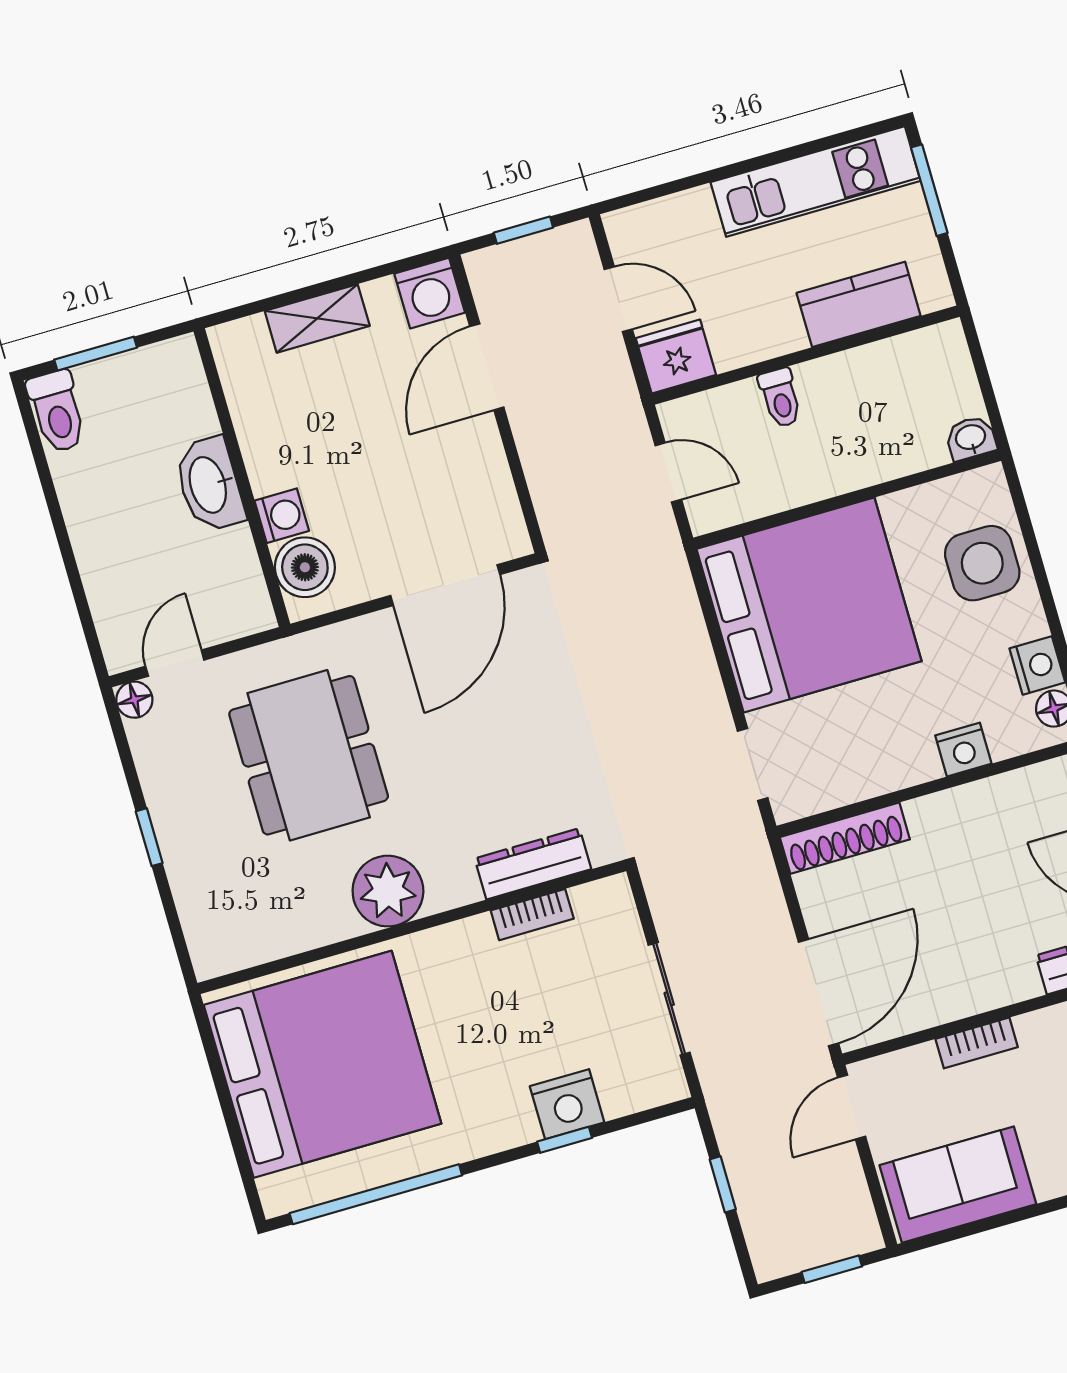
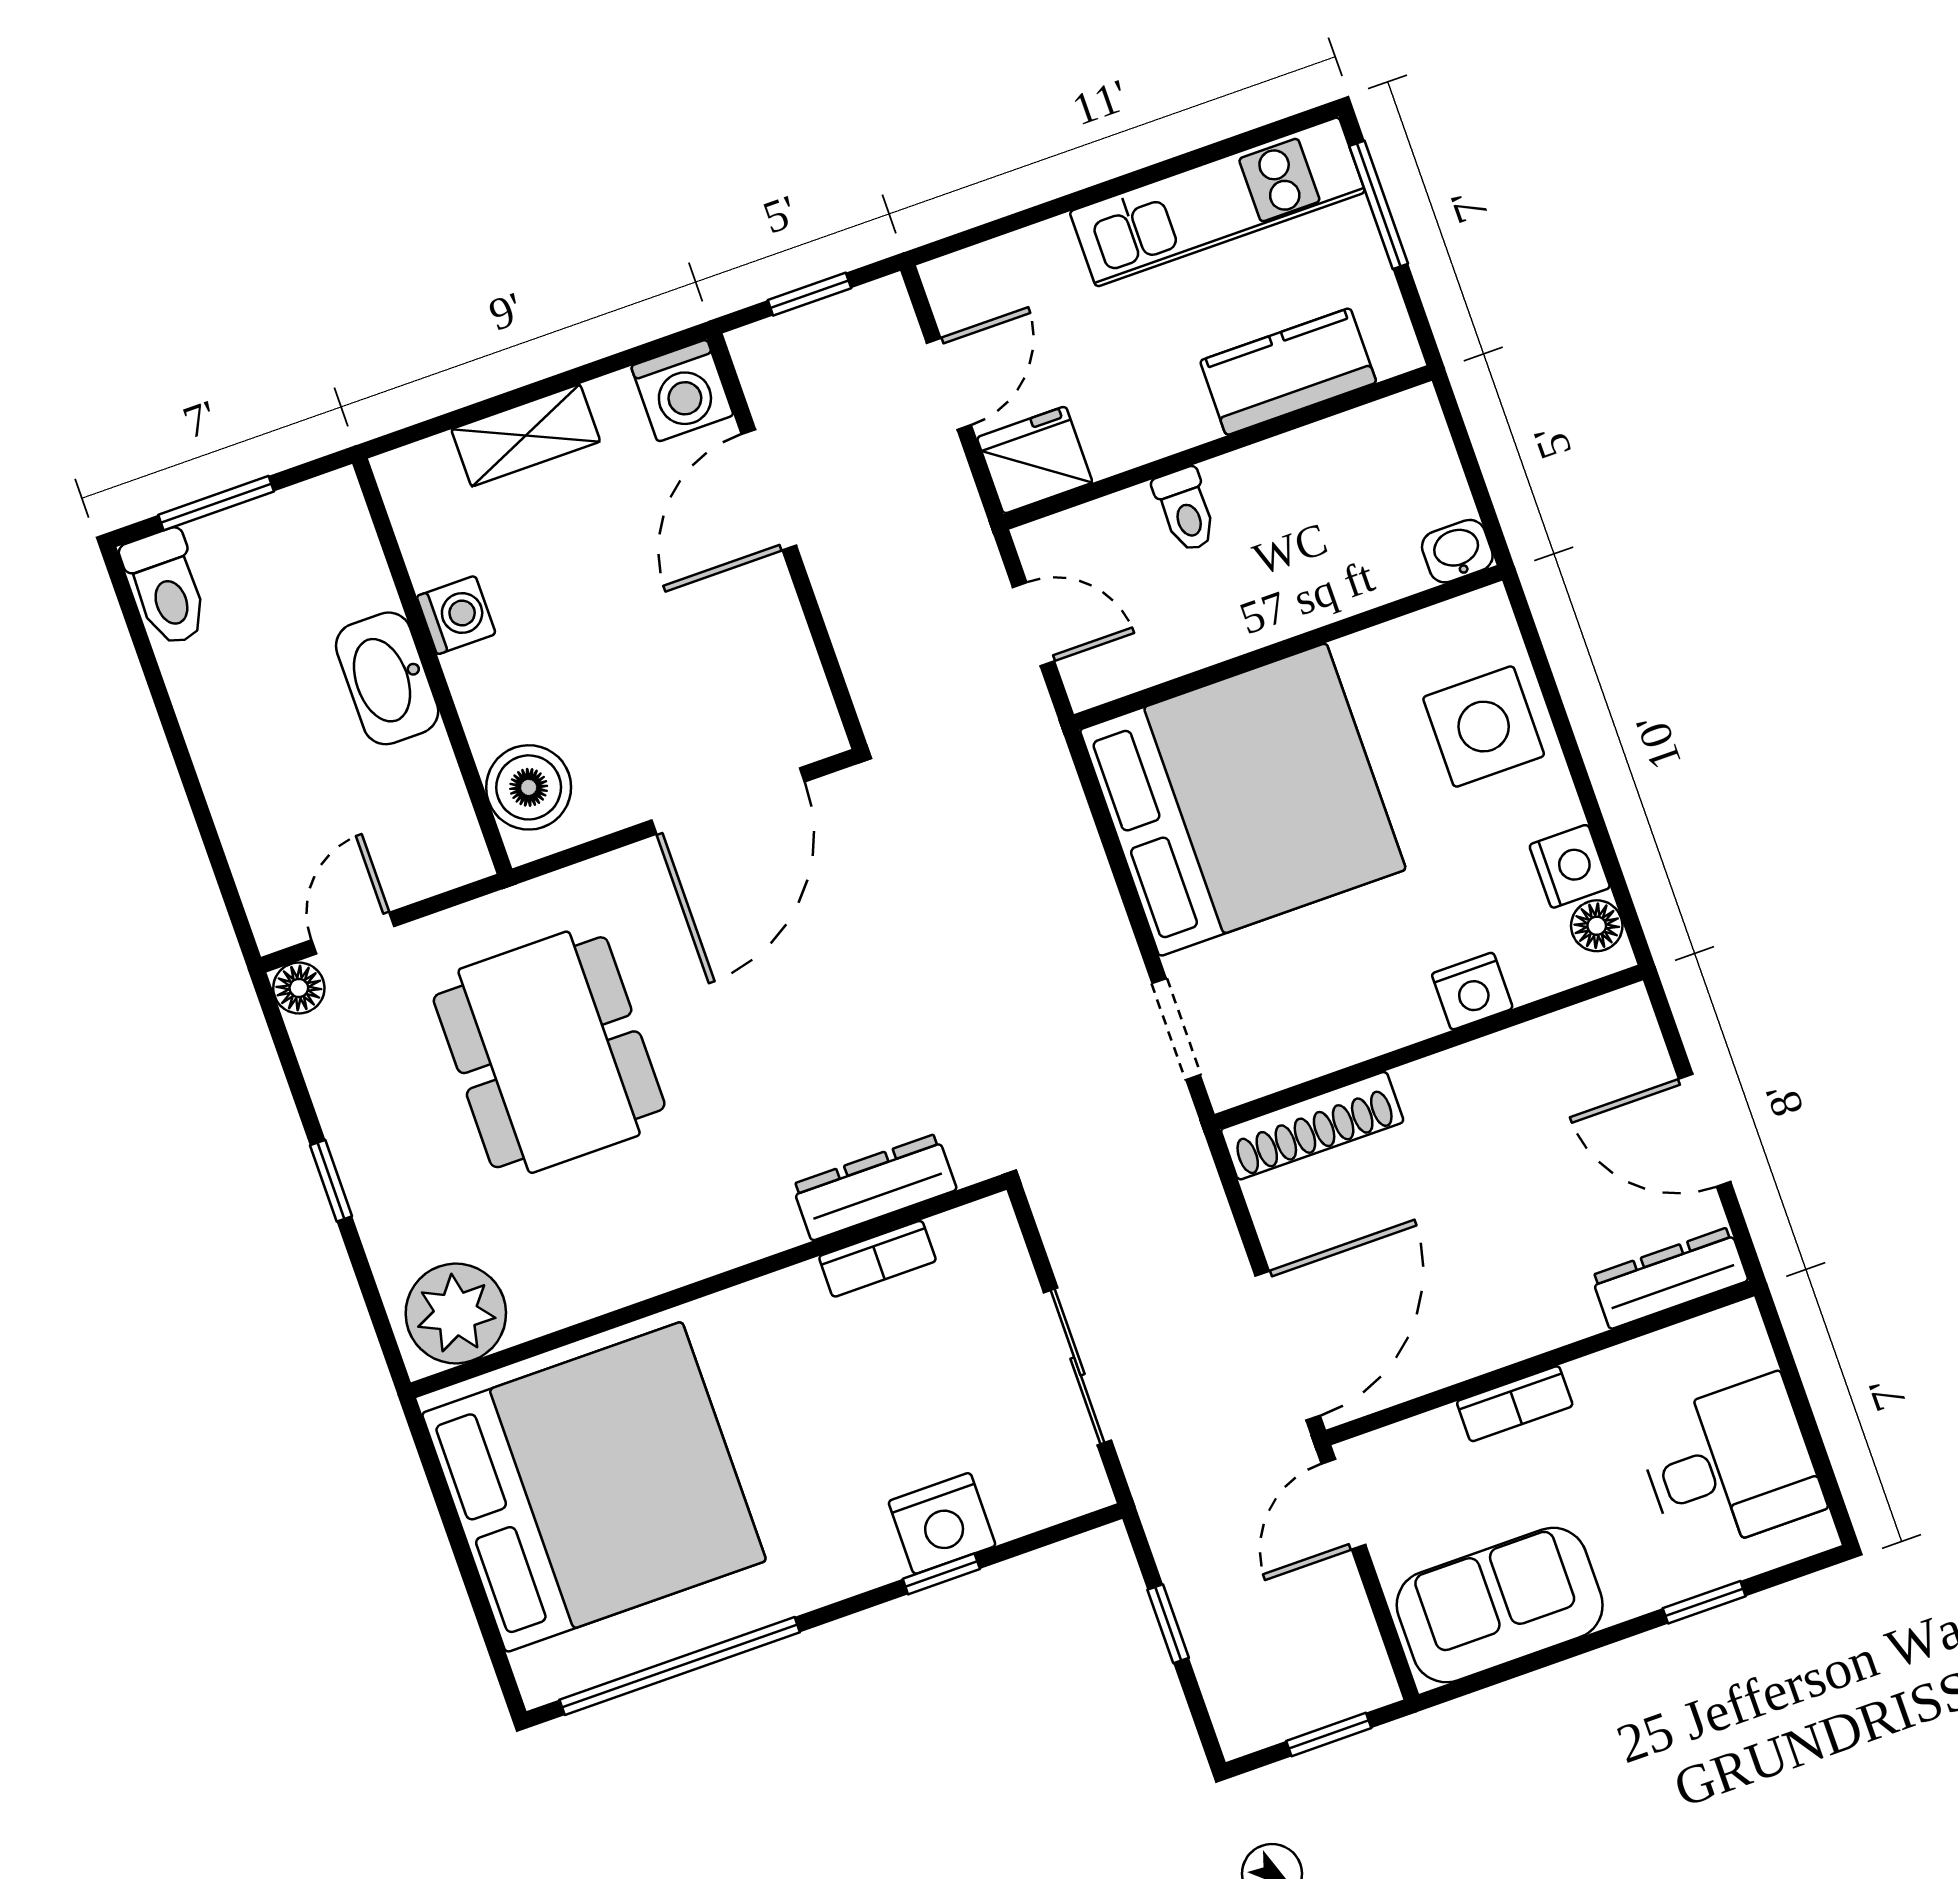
door: (618, 299) -> (949, 384), hinge flipped
washing machine: (282, 516) -> (456, 615), moved
plant: (388, 891) -> (456, 1313), moved

